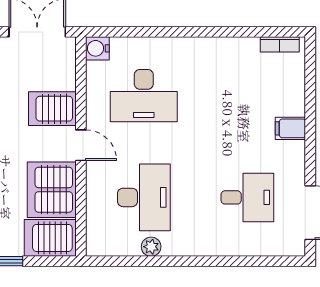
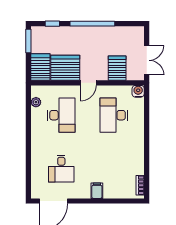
server rack: (52, 109) -> (117, 68), moved
desk: (144, 197) -> (61, 115), turned -90
plant: (151, 247) -> (36, 102), moved

